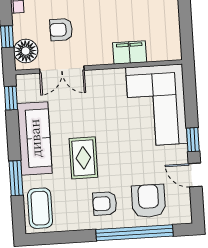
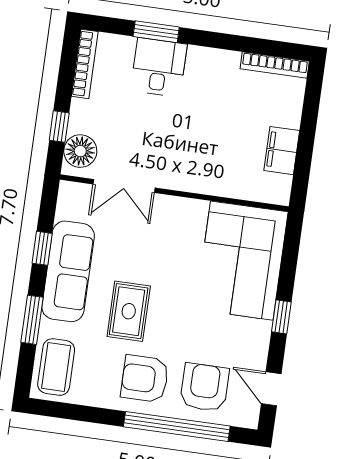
armchair: (61, 30) -> (134, 132), removed
filing cabinet: (130, 52) -> (282, 151), moved, turned -90
window: (11, 98) -> (42, 248), moved
door: (195, 175) -> (271, 389), moved
armchair: (105, 204) -> (145, 379), width x1.38, depth x1.38

